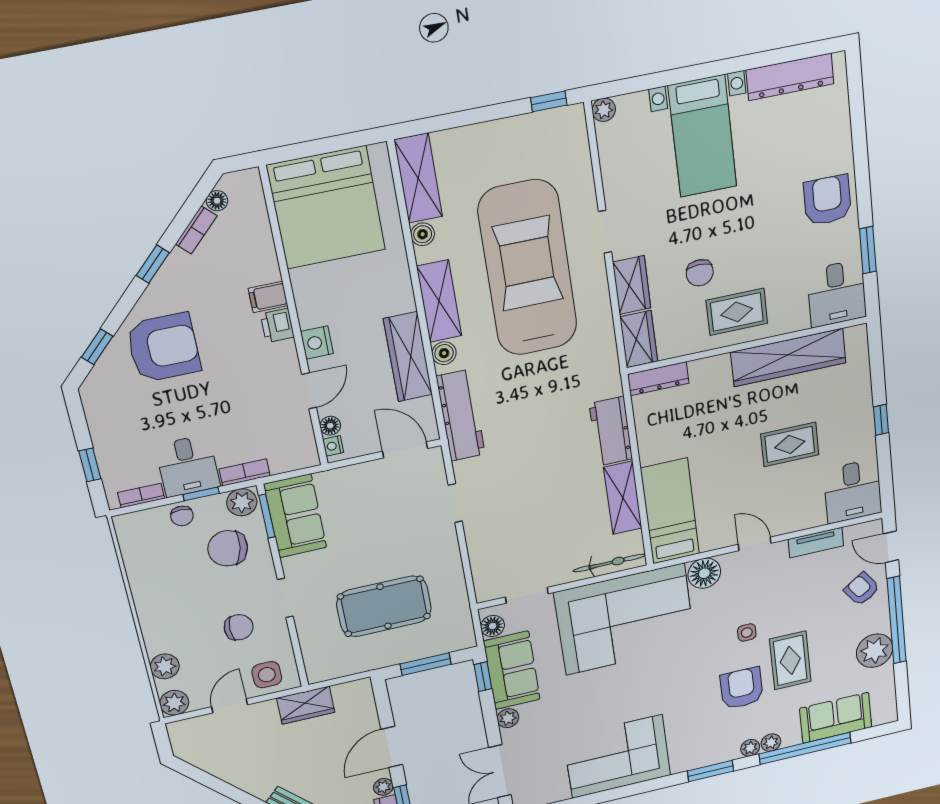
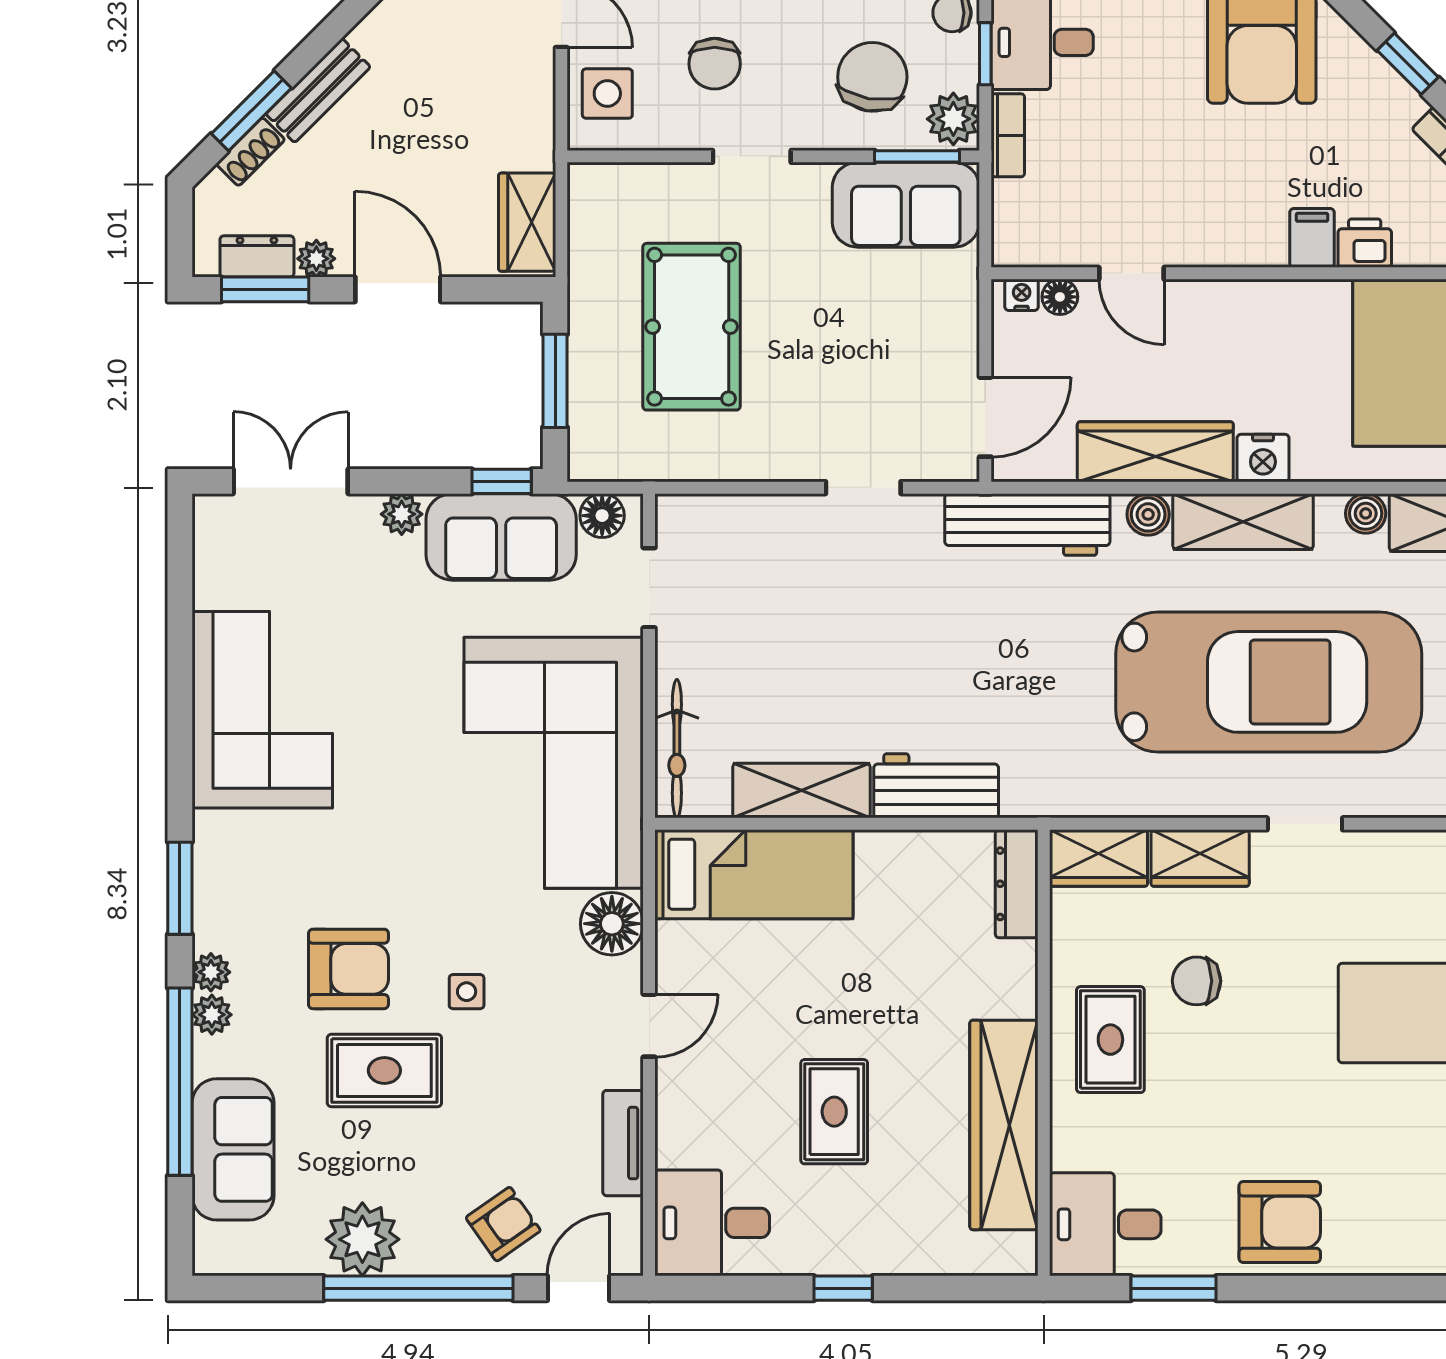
printer: (277, 325) -> (1365, 243), moved
nightstand: (317, 342) -> (1263, 458), moved, turned 180
wardrobe: (306, 705) -> (527, 222), moved

